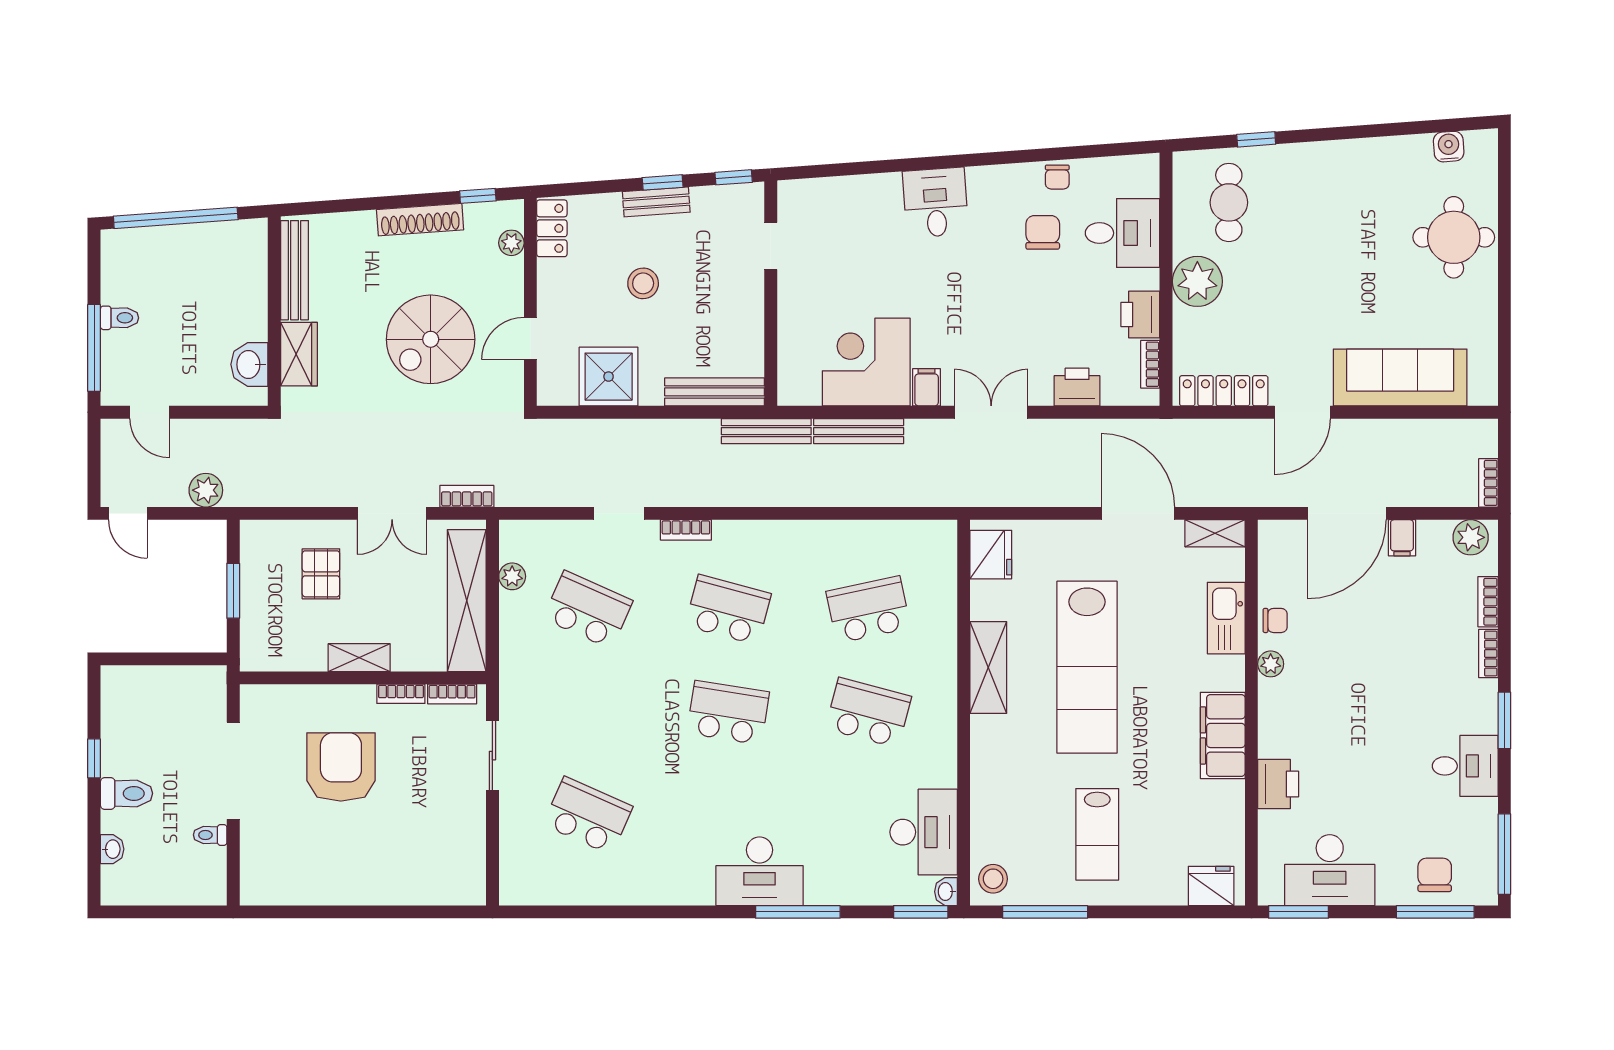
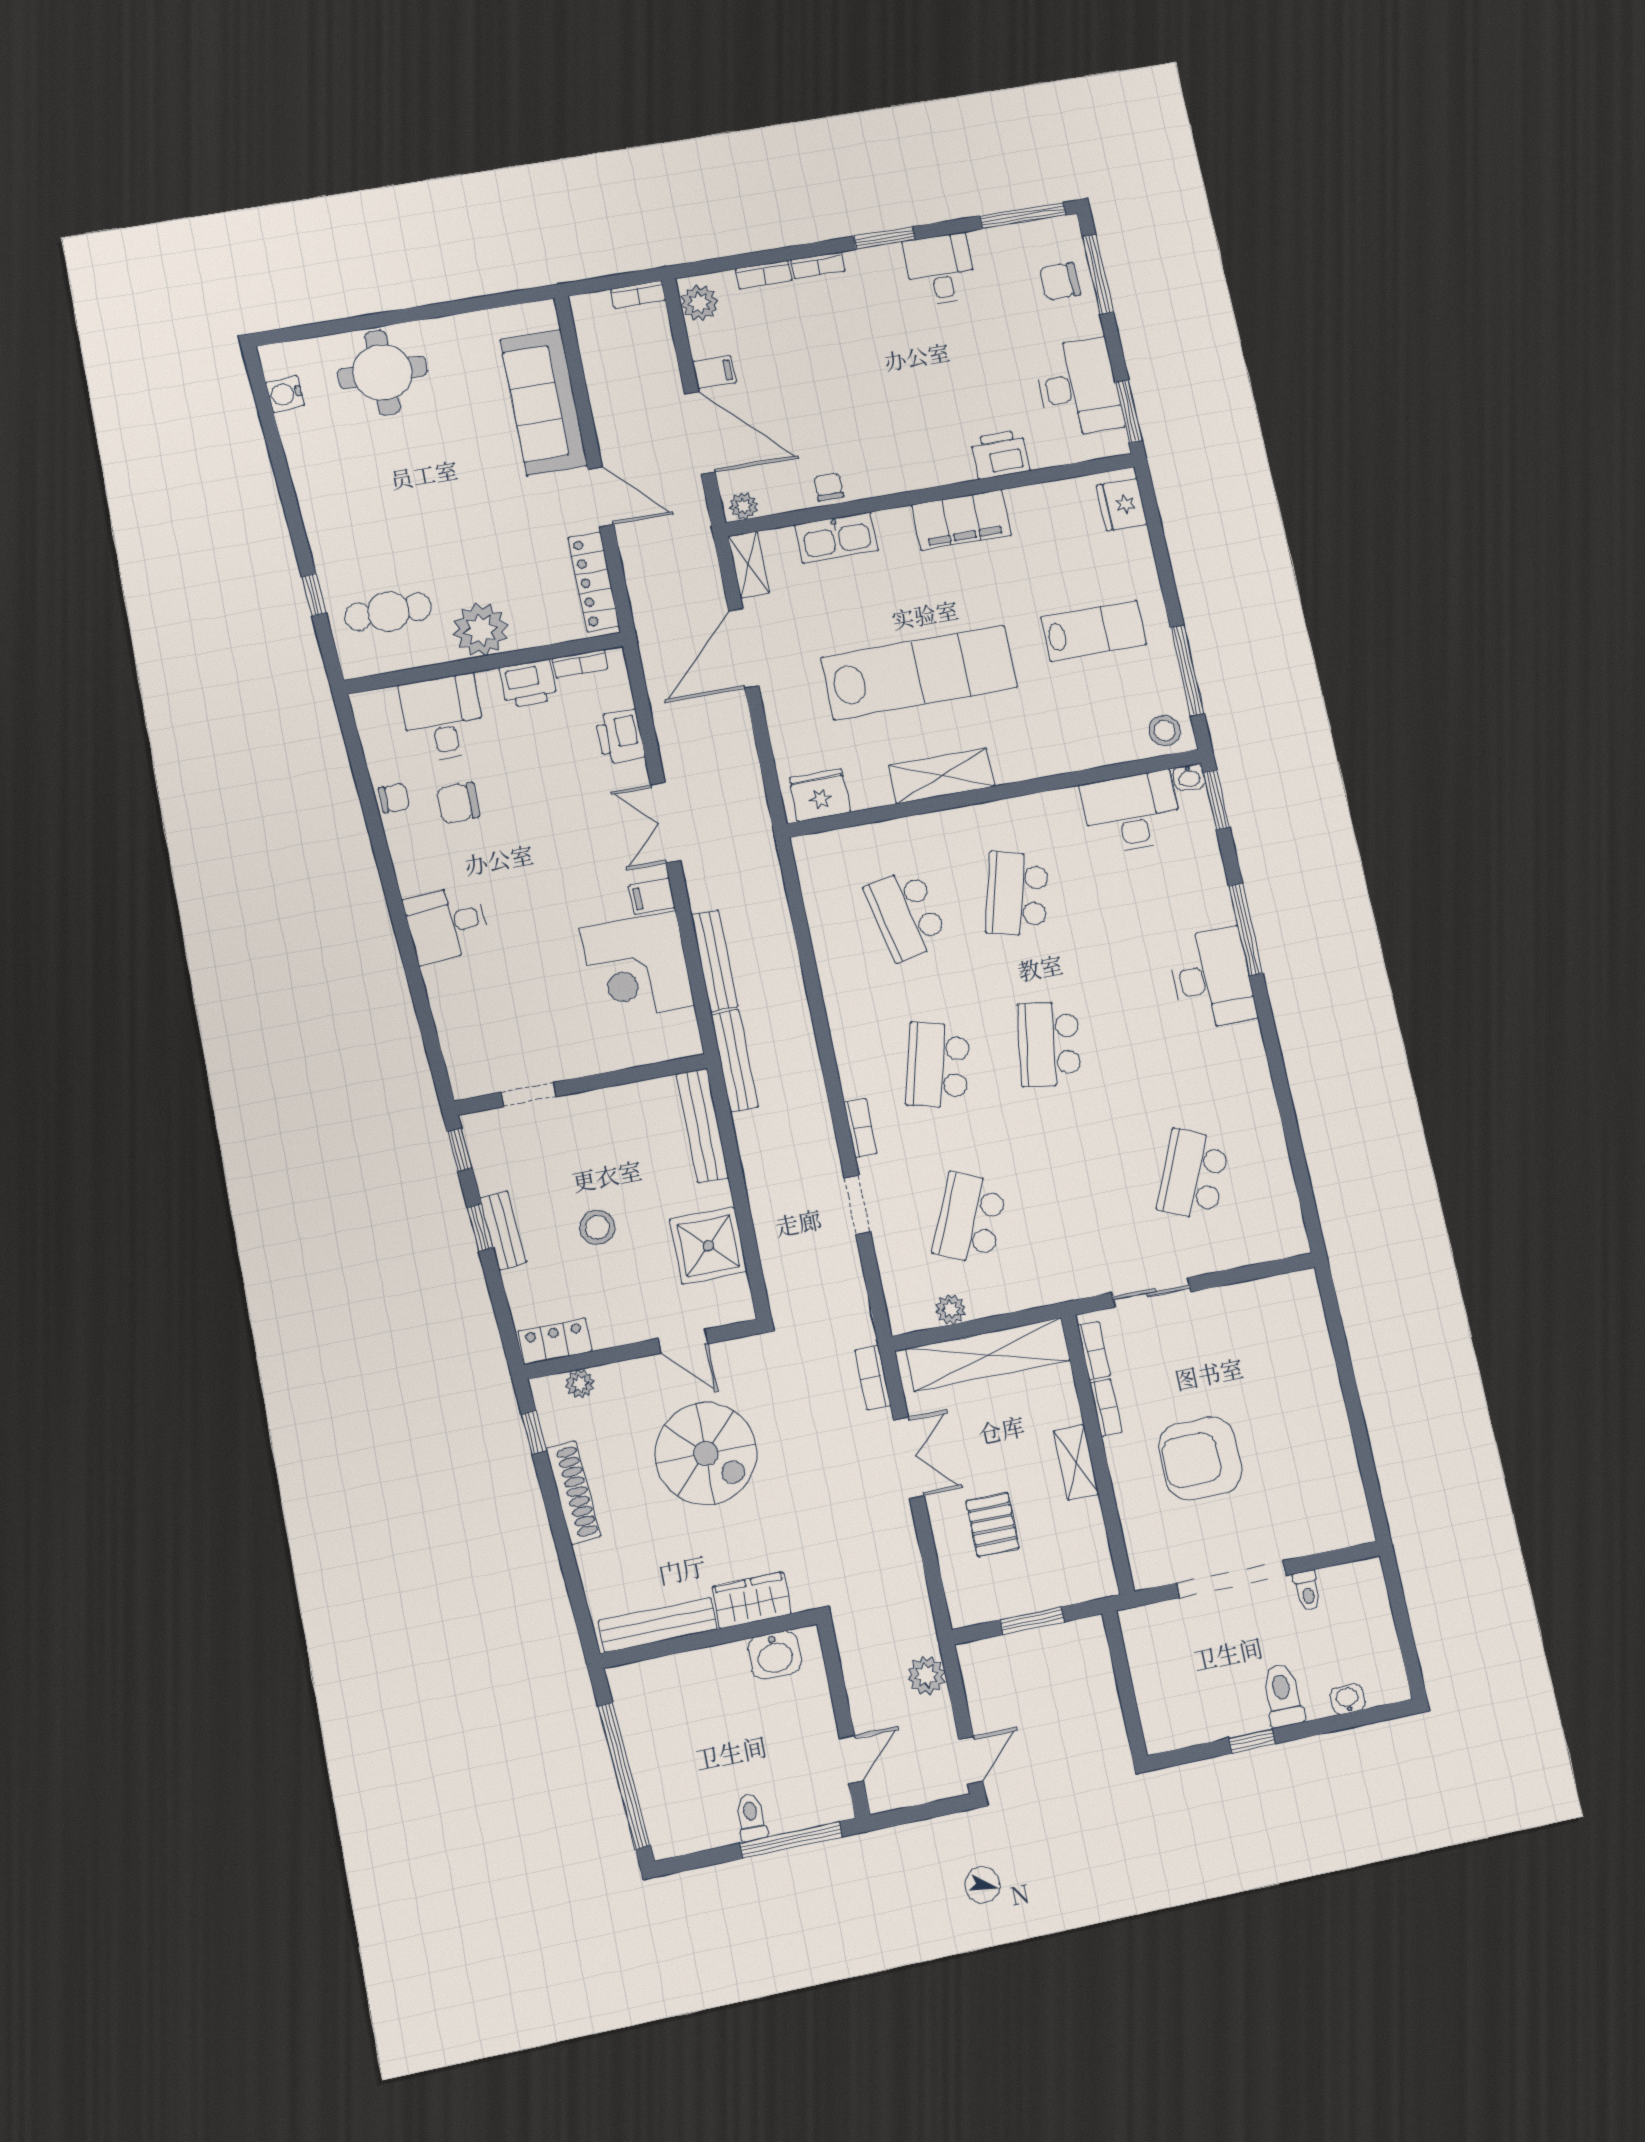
pallet: (321, 574) -> (993, 1525), turned 90
plant: (1271, 664) -> (744, 506), moved

